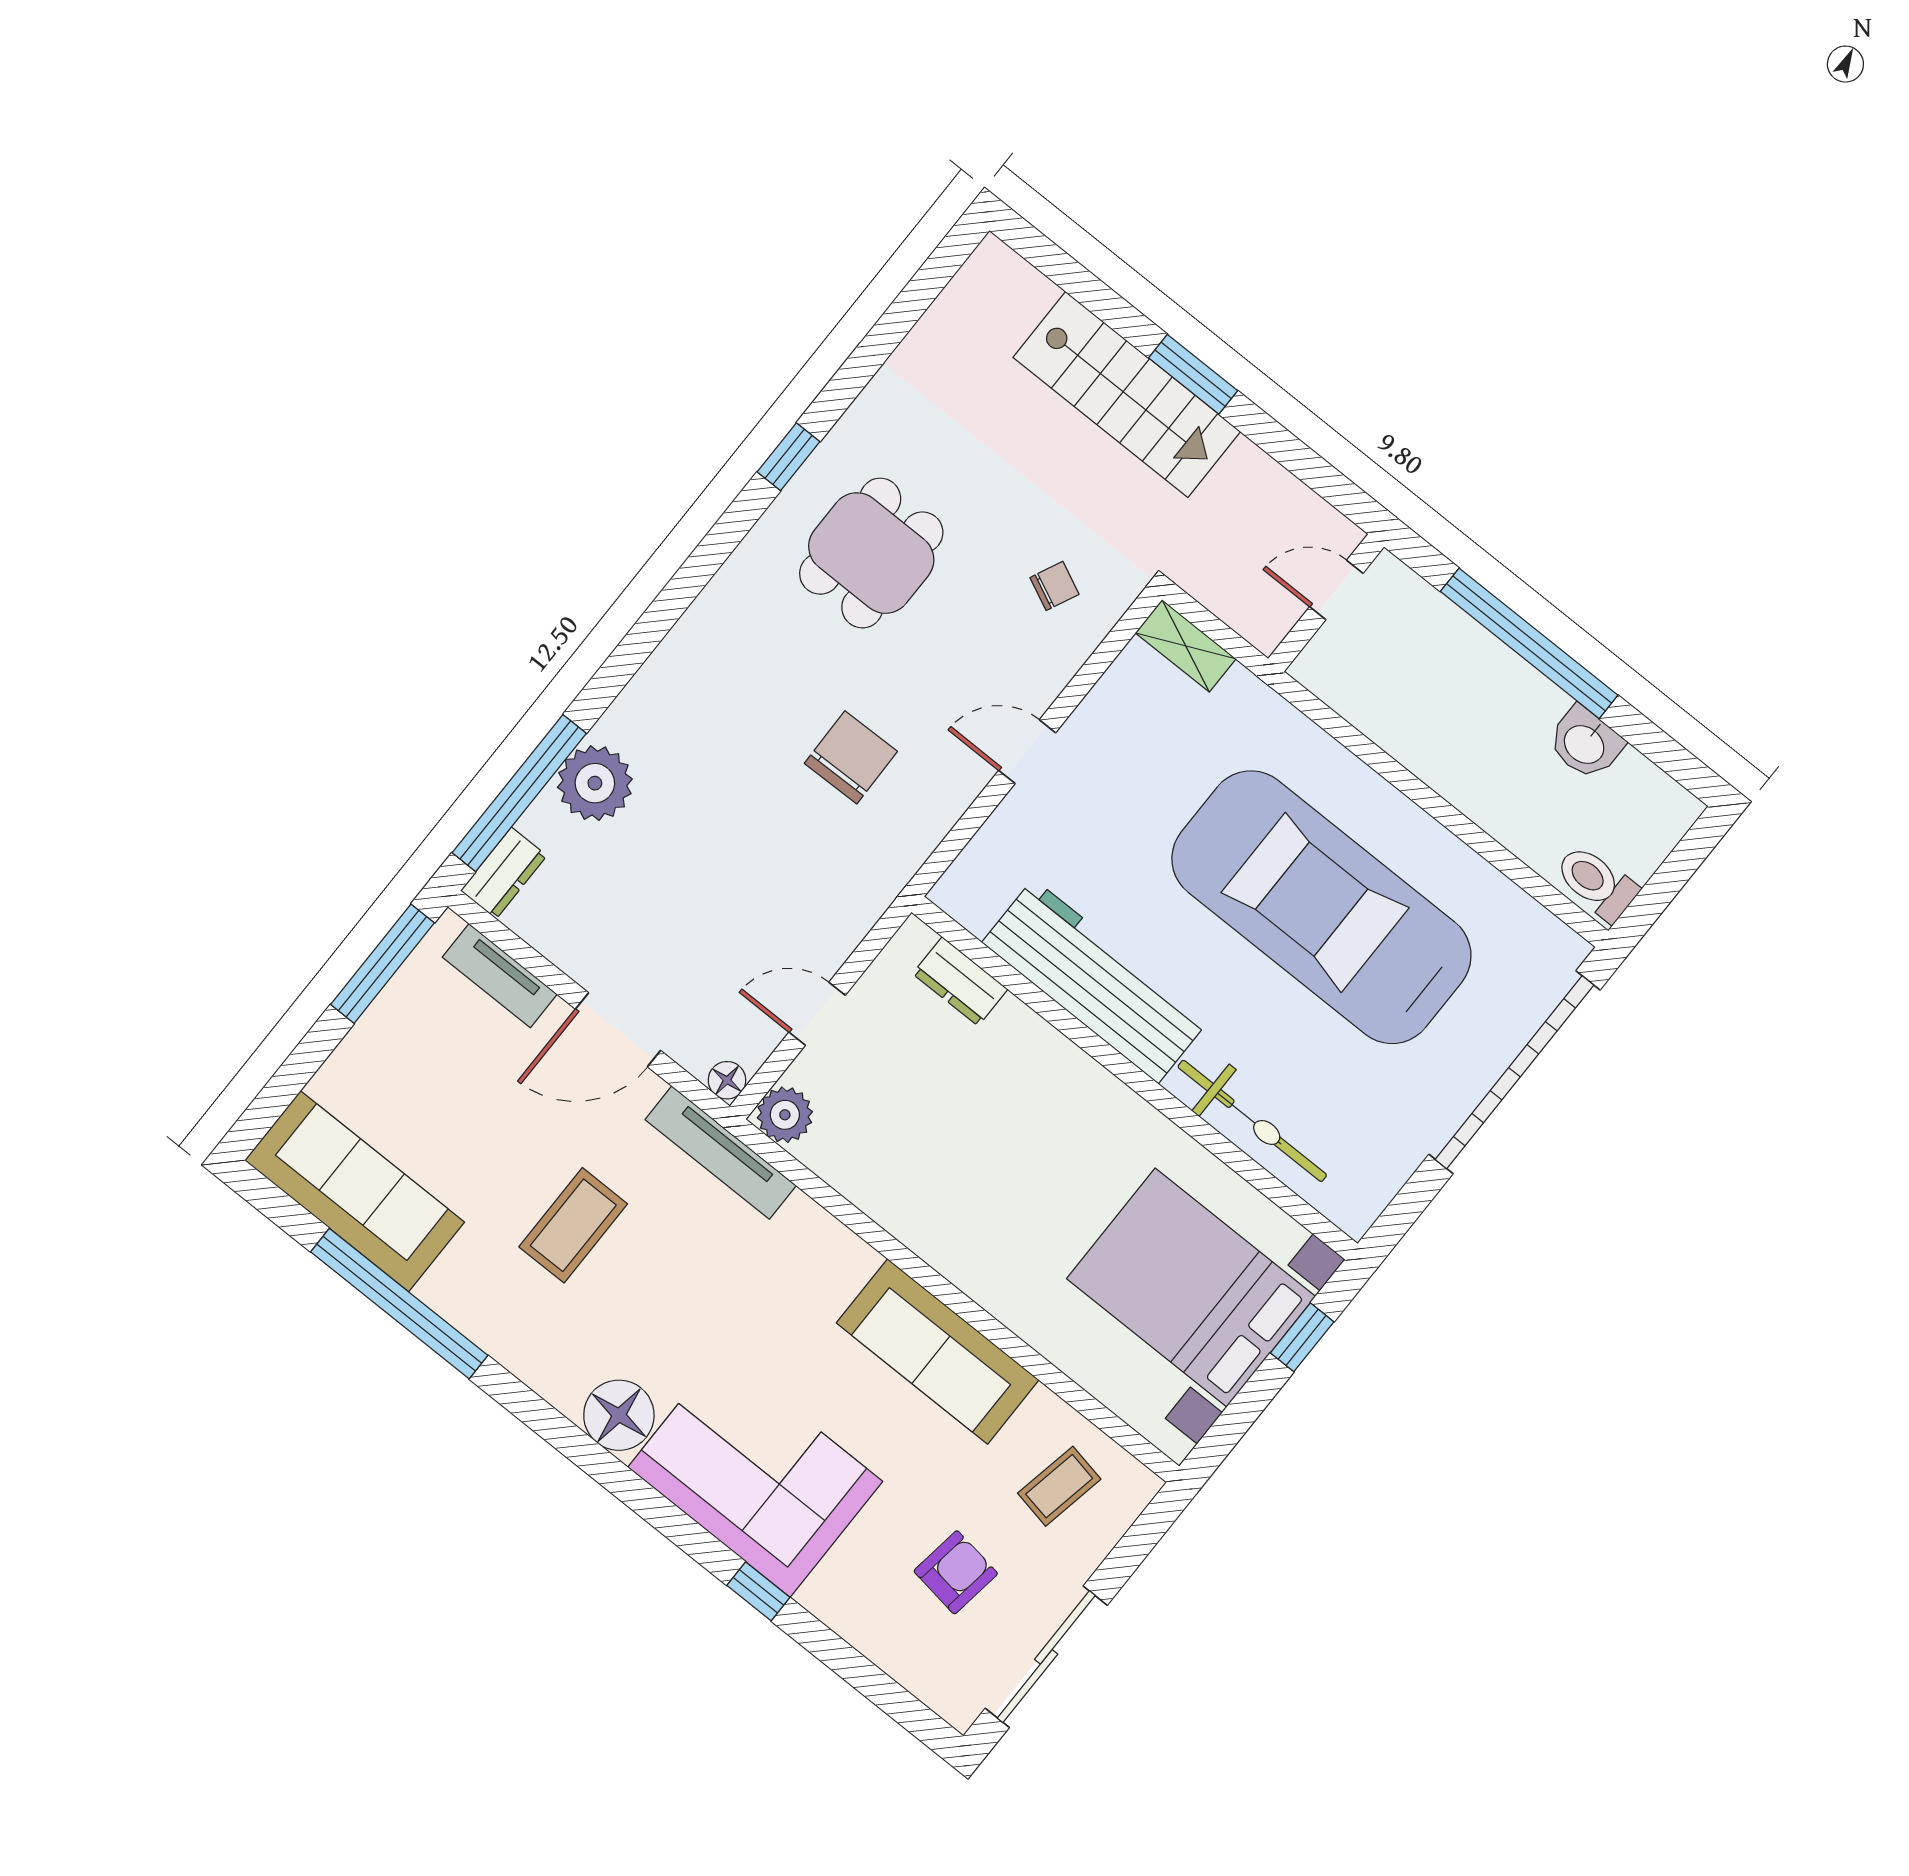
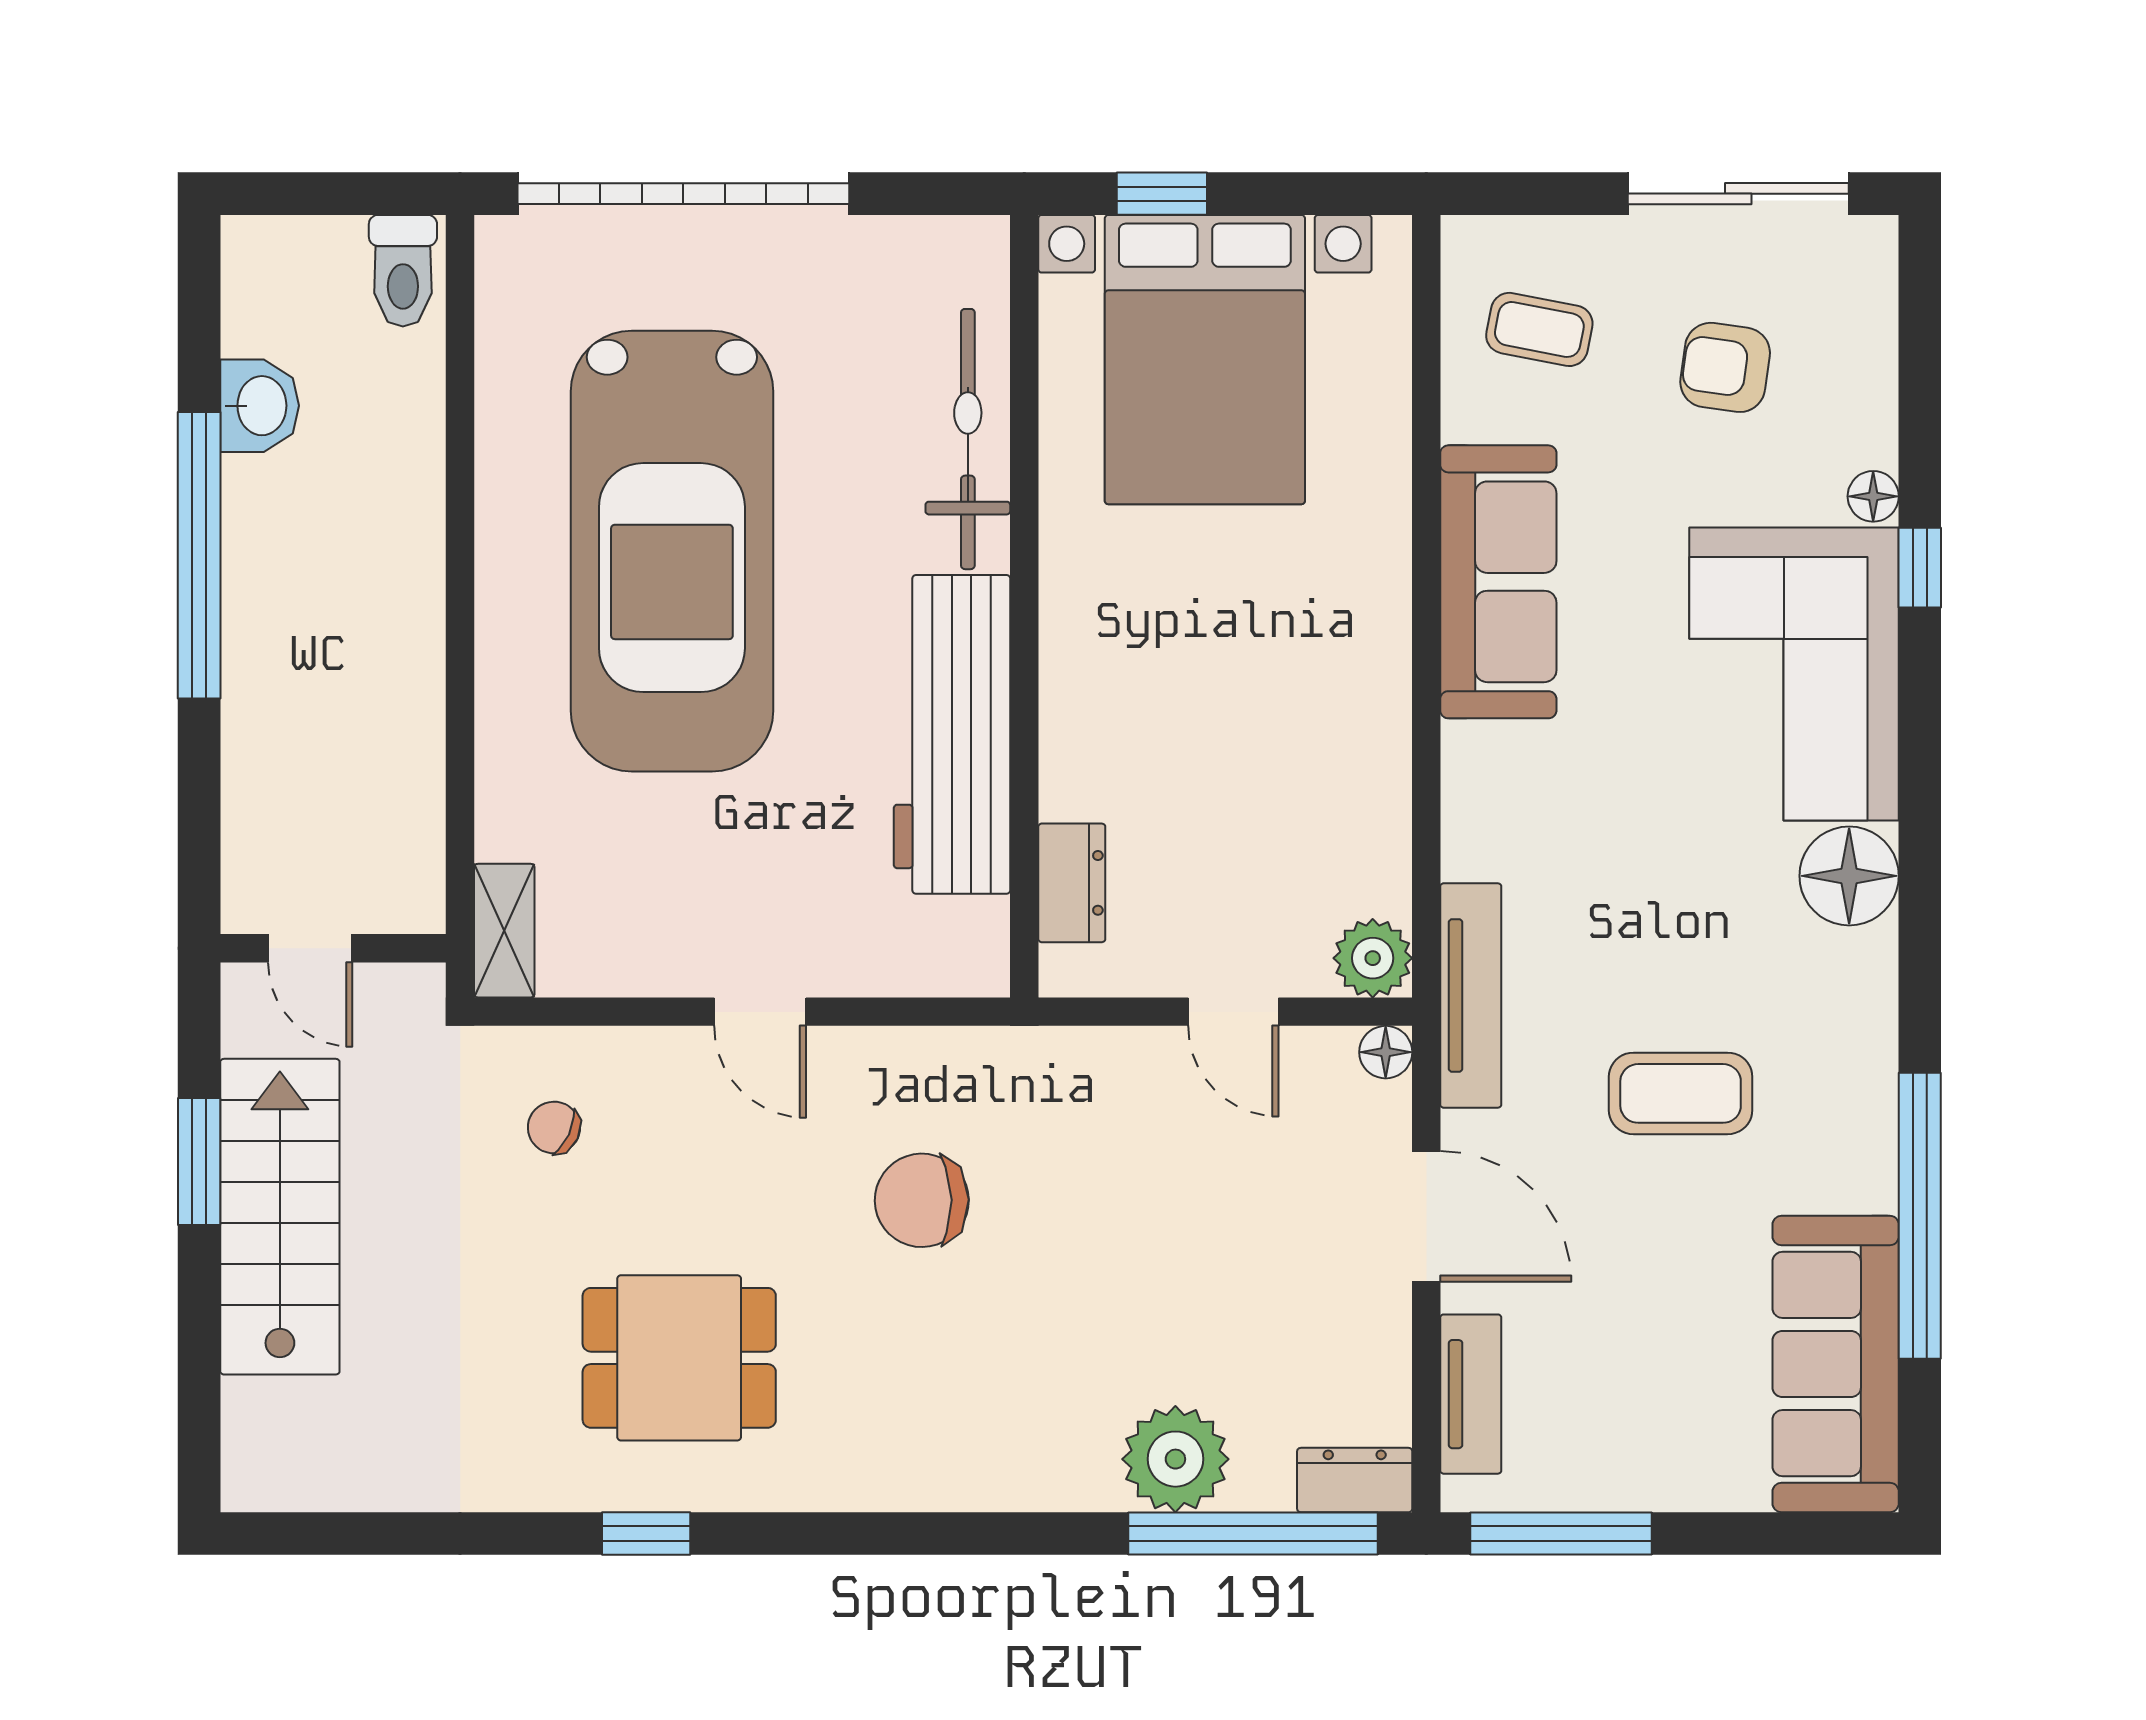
door: (1336, 590) -> (310, 948), moved
wall: (1326, 603) -> (333, 948), moved
floor lamp: (819, 1597) -> (1873, 496), added

